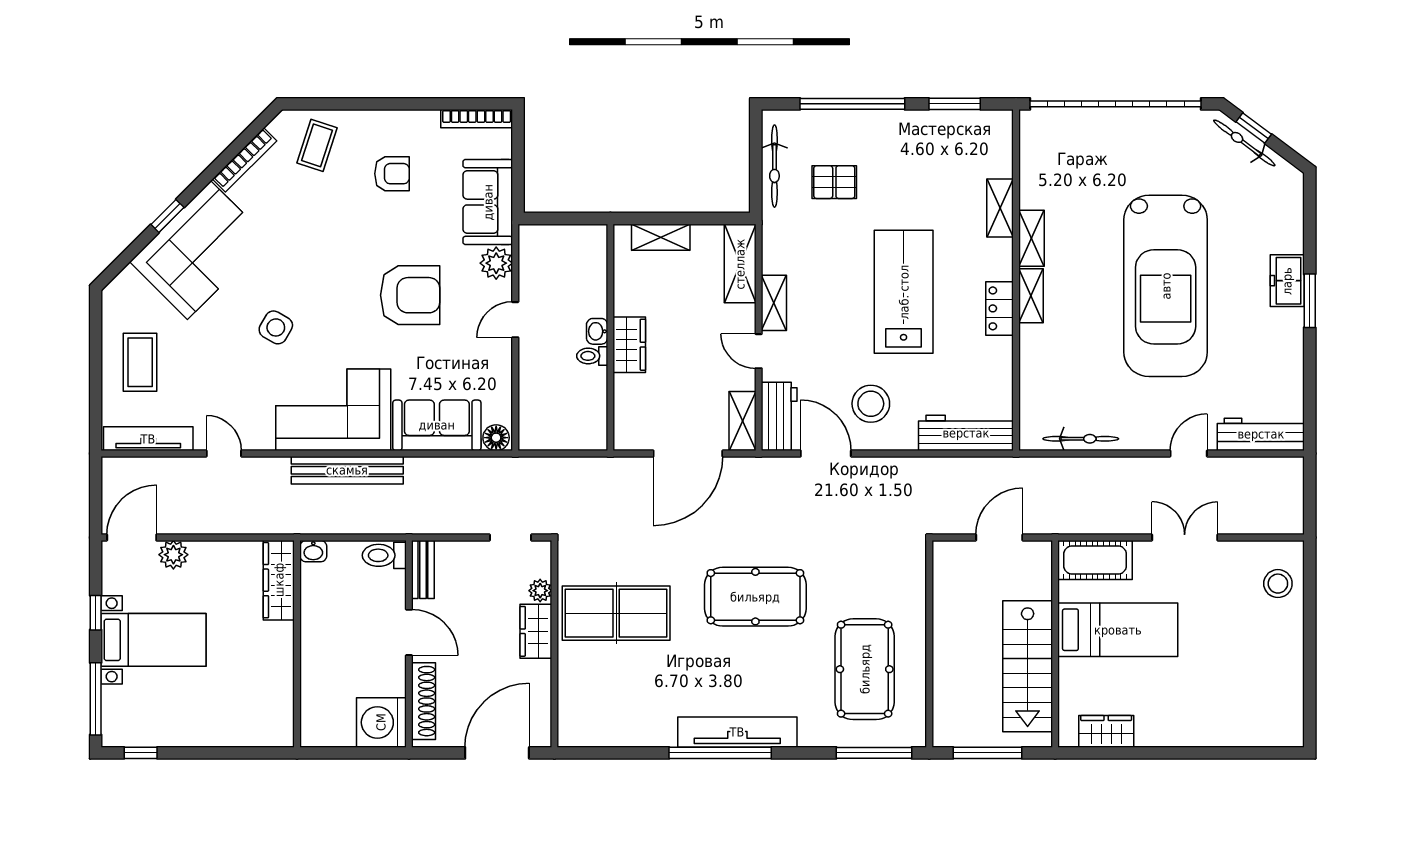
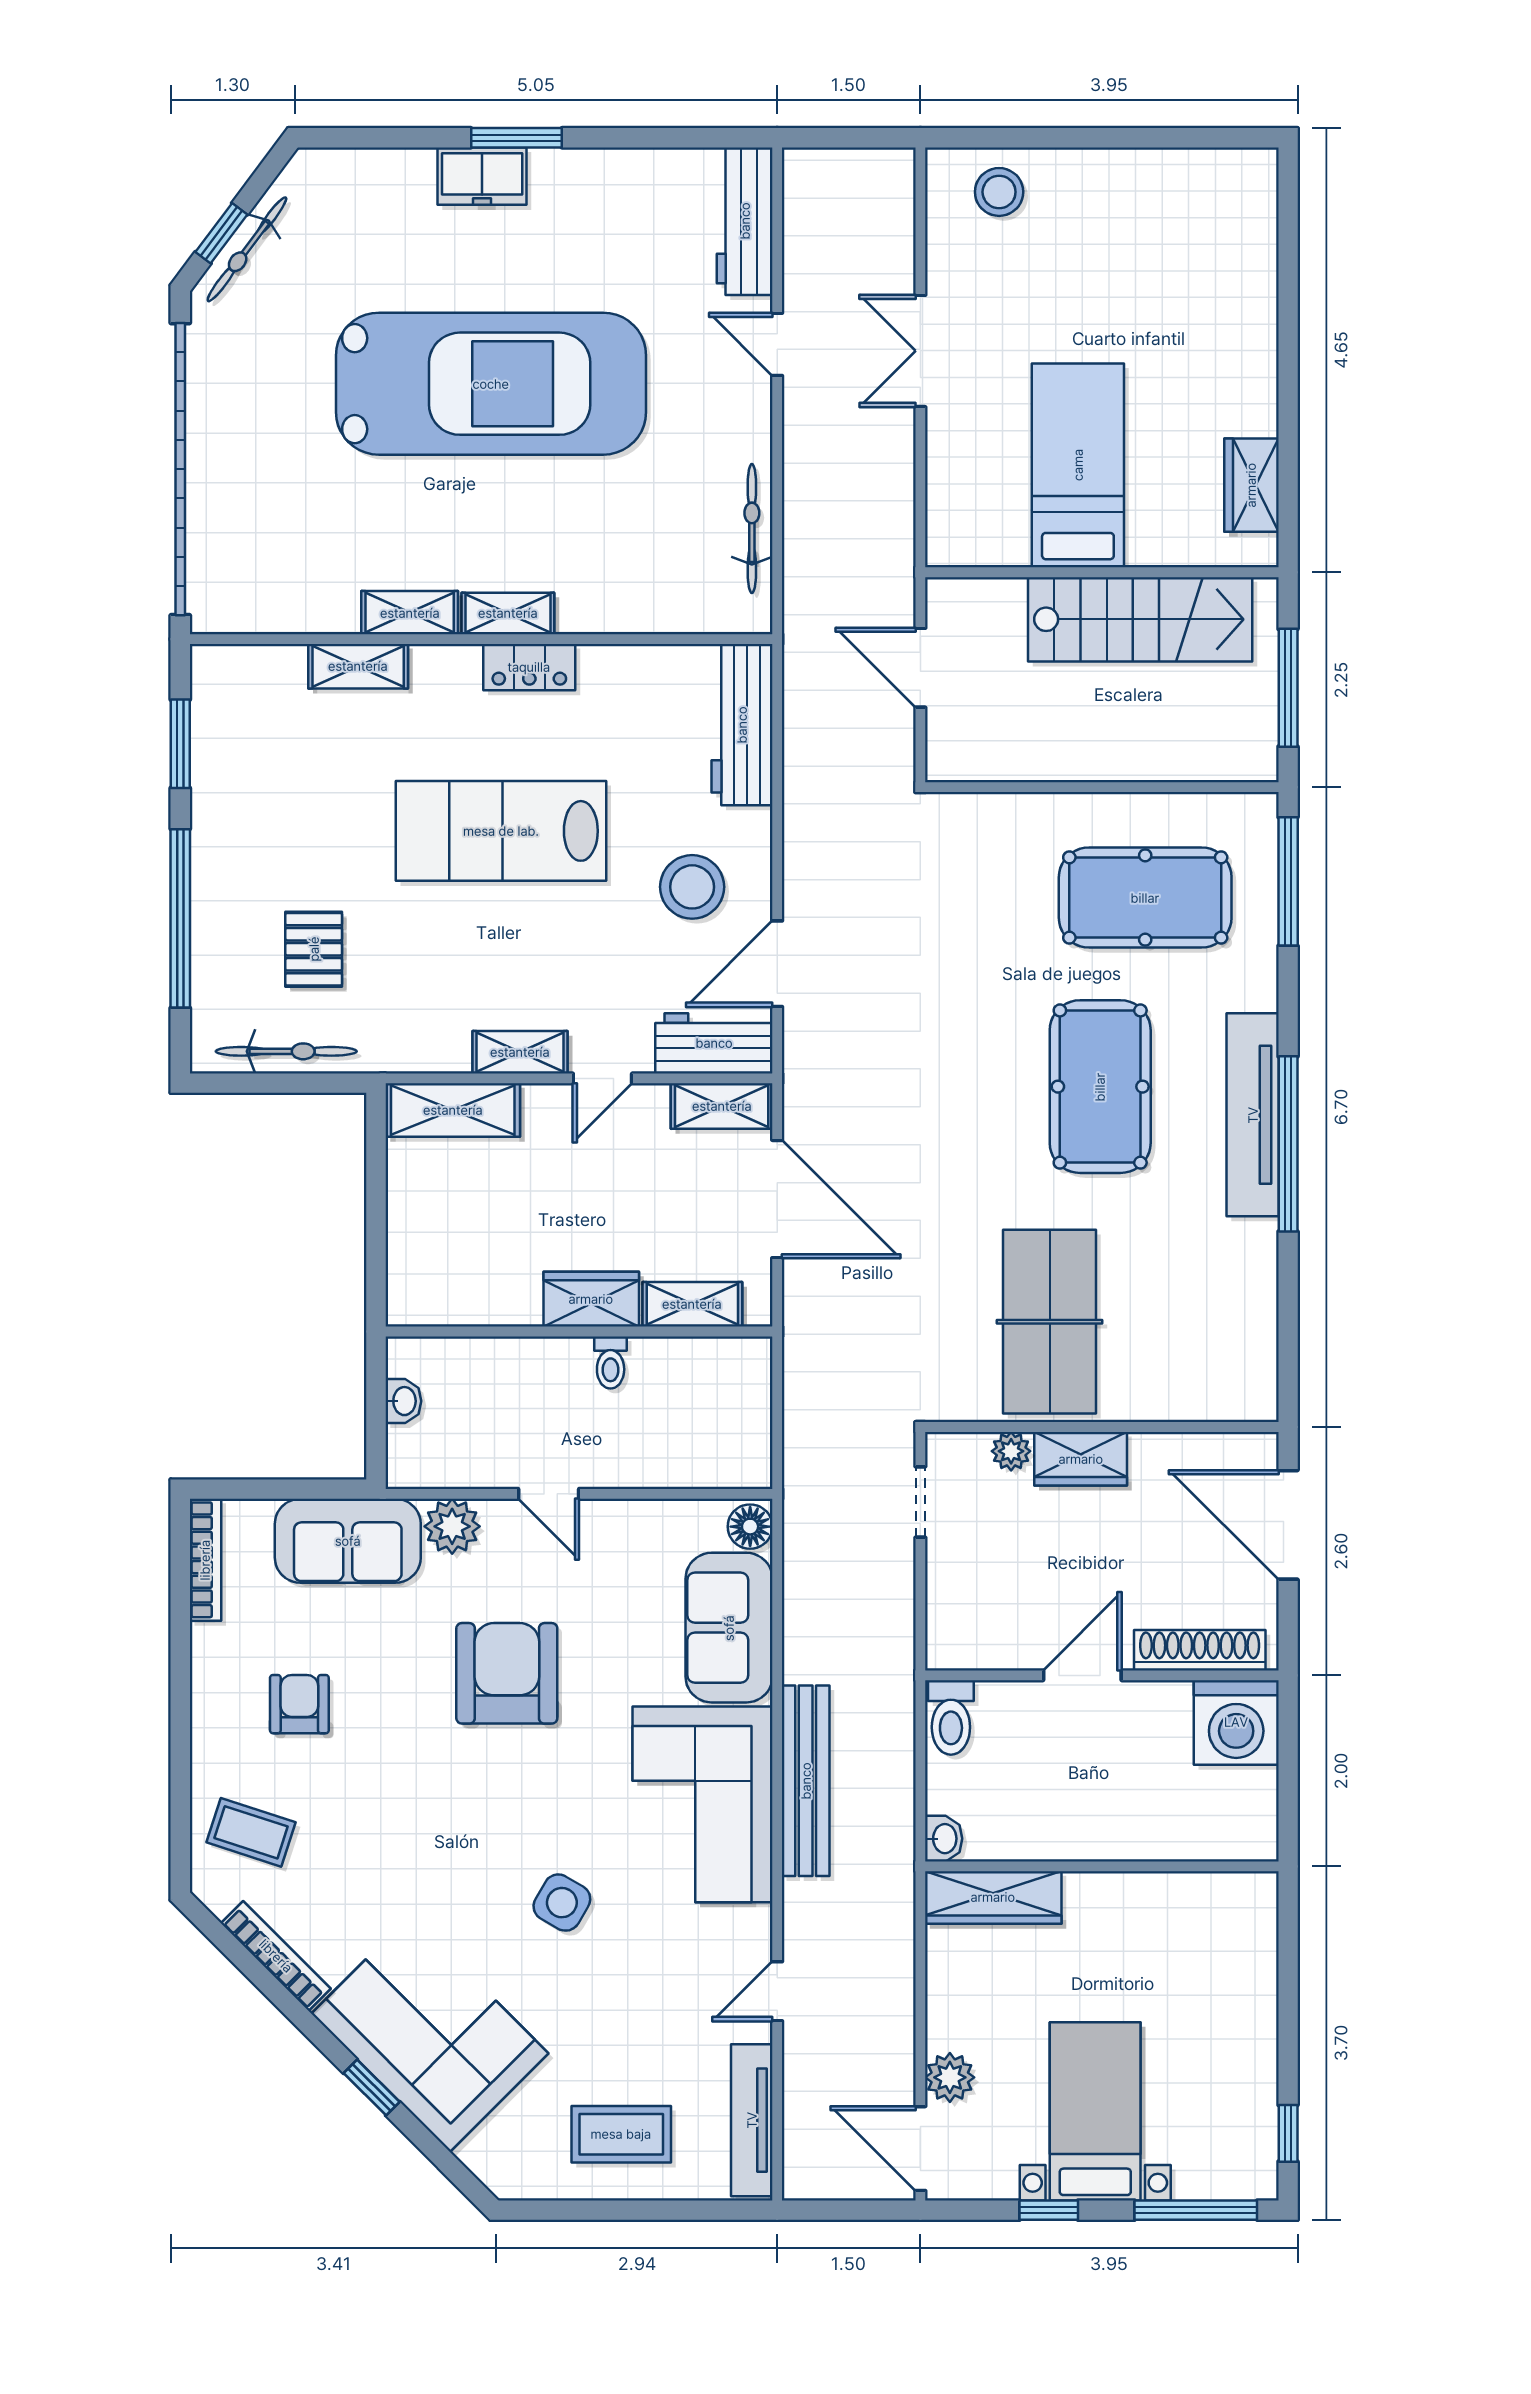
shelving: (661, 237) -> (692, 1304), moved, turned 90
washbasin: (597, 331) -> (403, 1401), moved, turned -90
cot: (1095, 560) -> (959, 504), removed
bench: (423, 569) -> (975, 1652), removed
pool table: (755, 597) -> (1100, 1087), moved

